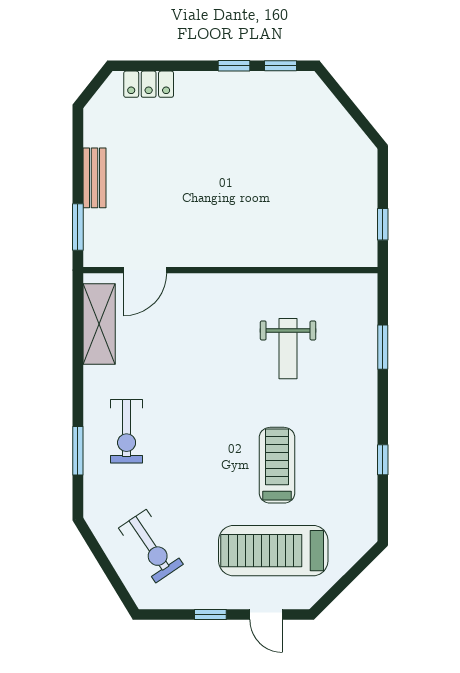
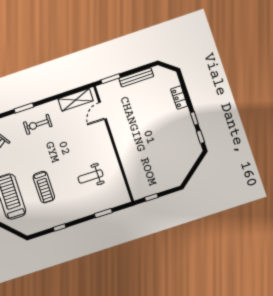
locker: (149, 84) -> (179, 97), moved
bench: (94, 178) -> (136, 77), width x1.36
door: (145, 270) -> (103, 111), hinge flipped
treadmill: (277, 465) -> (44, 187), turned 90

